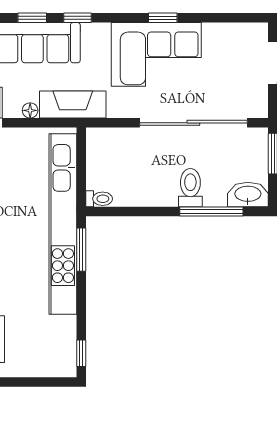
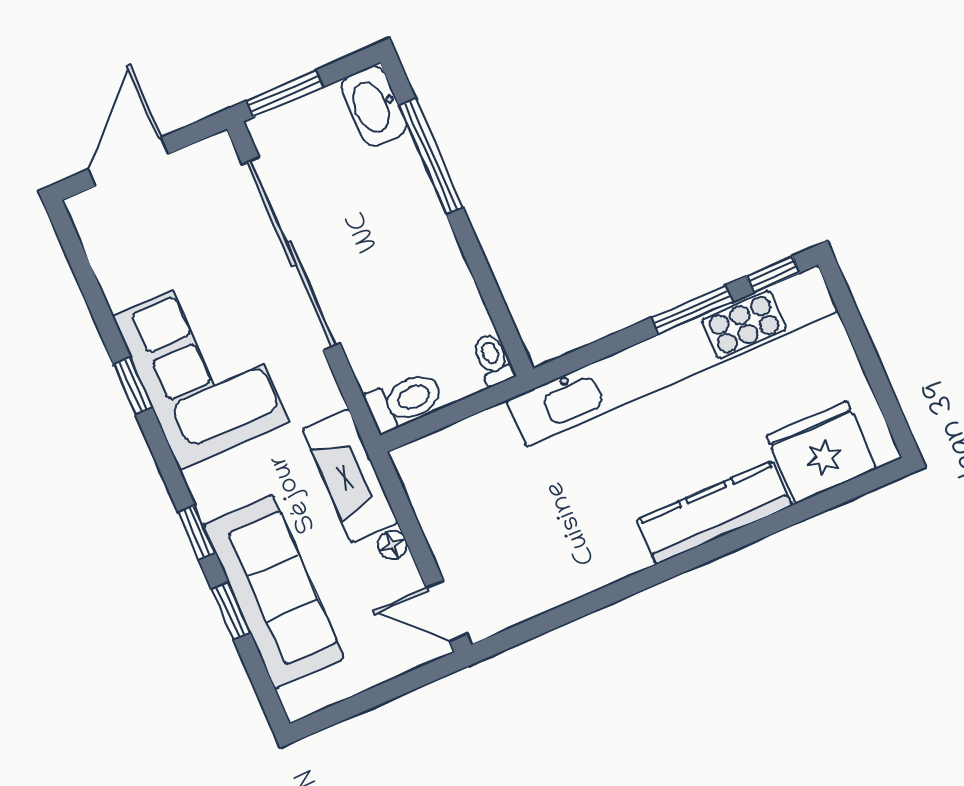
toilet: (190, 188) -> (404, 401), moved, turned 180
kitchen unit: (63, 224) -> (672, 356), moved
window: (81, 250) -> (692, 310), moved

